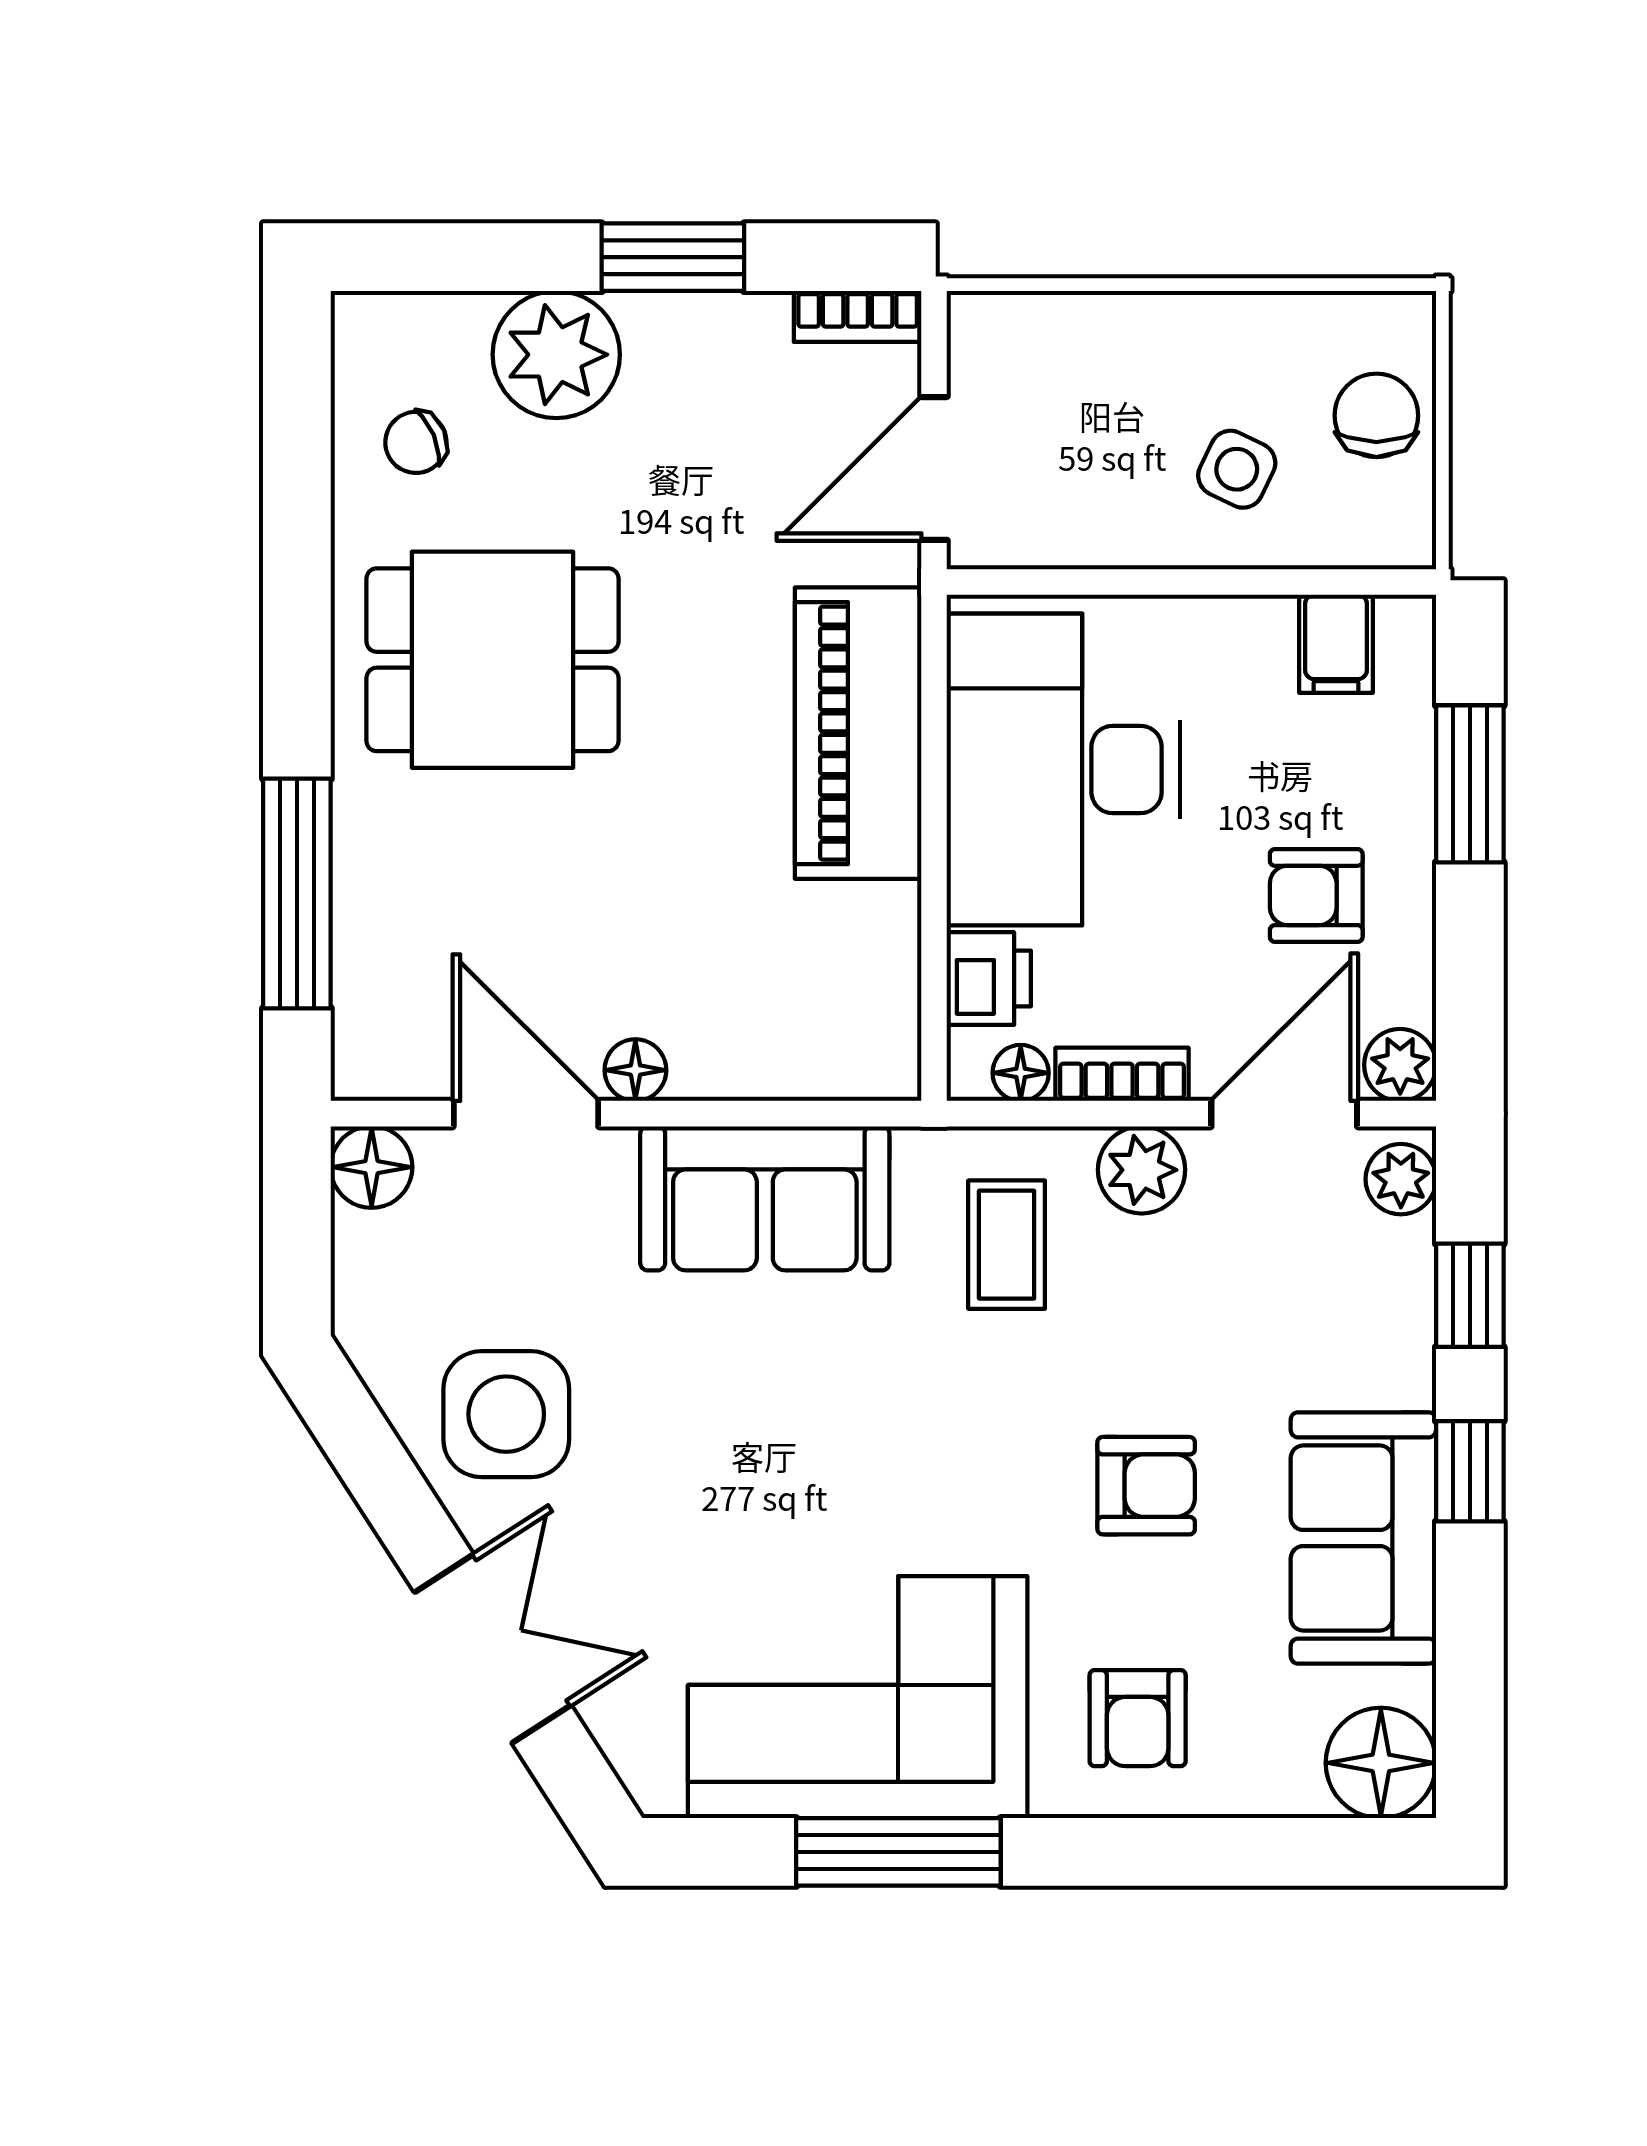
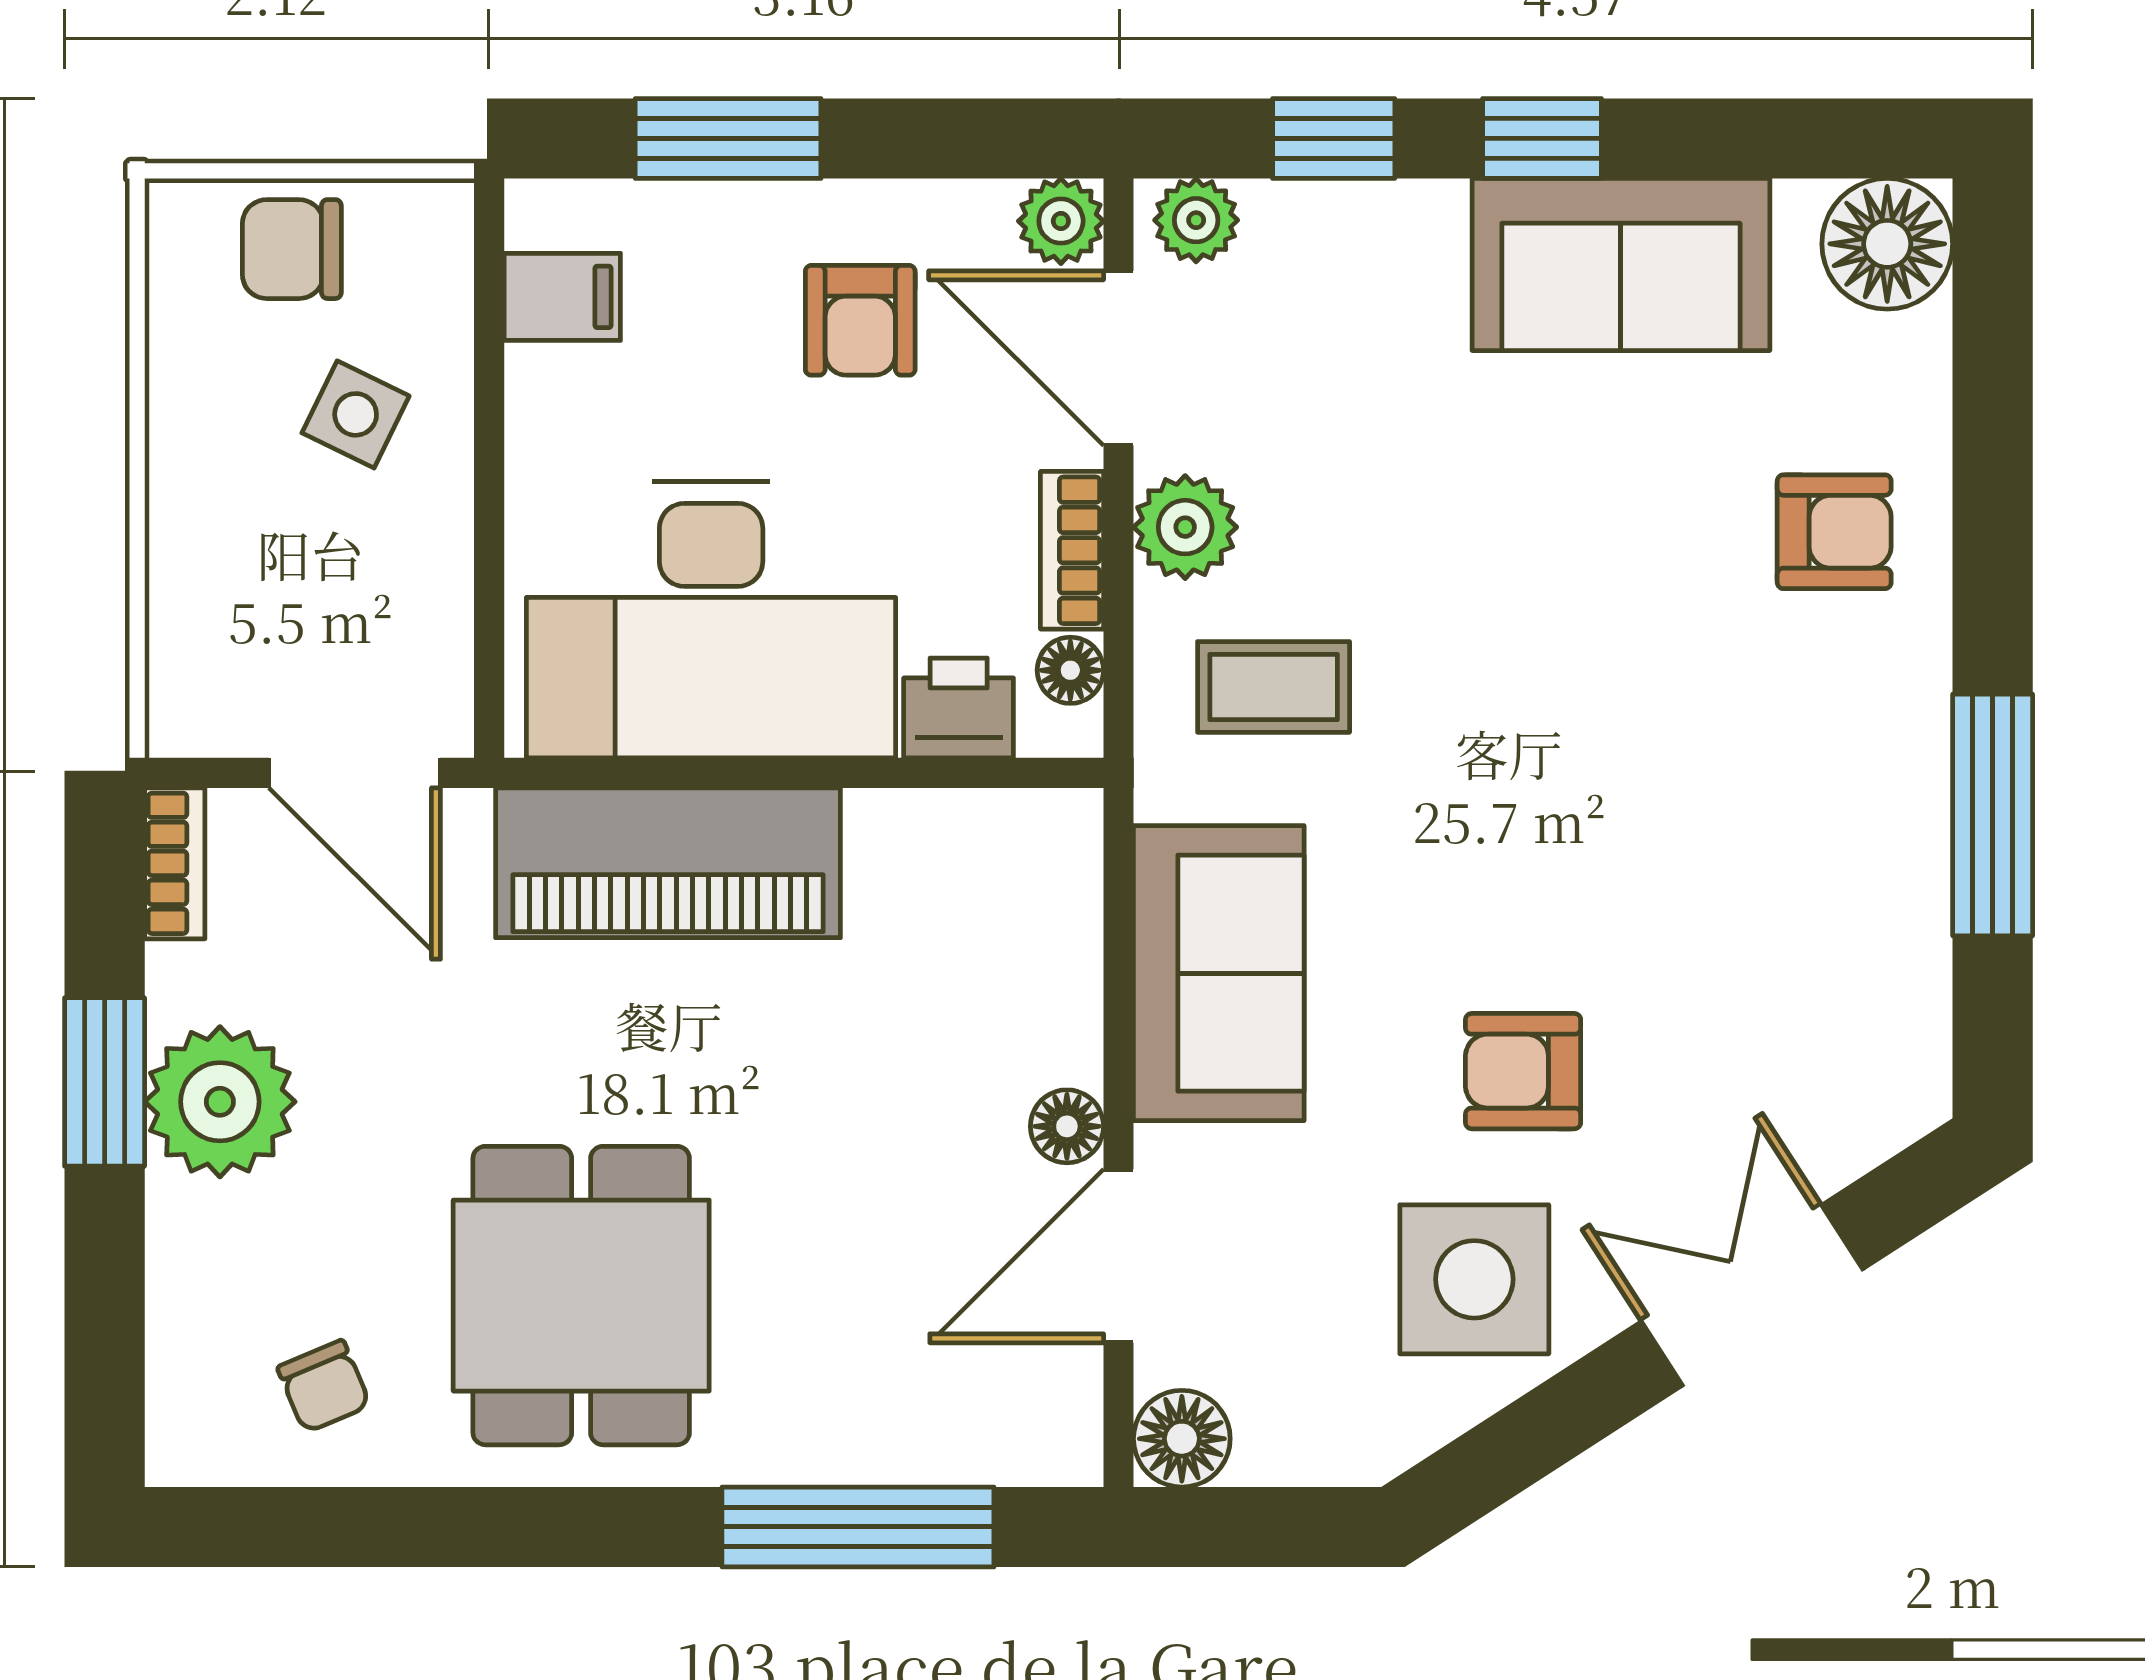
plant: (556, 355) -> (220, 1102), moved
armchair: (1146, 1486) -> (1523, 1071), moved, turned -90
corner sofa: (858, 1697) -> (1809, 863), removed

